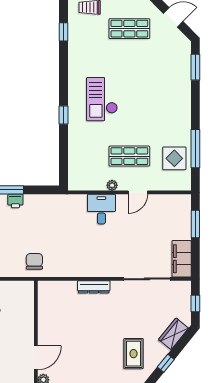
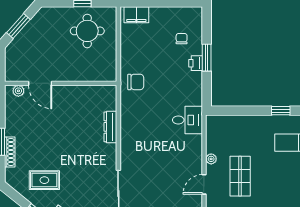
door: (138, 192) -> (204, 184), hinge flipped
desk: (101, 209) -> (187, 120), moved
dresser: (94, 287) -> (110, 127), moved

